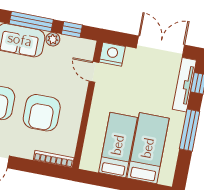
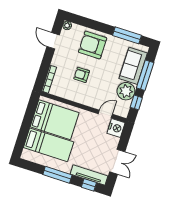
plant: (53, 39) -> (126, 91), width x1.87, depth x1.87
double door: (160, 46) -> (117, 162), width x0.73
armchair: (42, 113) -> (82, 75), width x0.53, depth x0.53
bed: (118, 145) -> (55, 120), width x1.50

